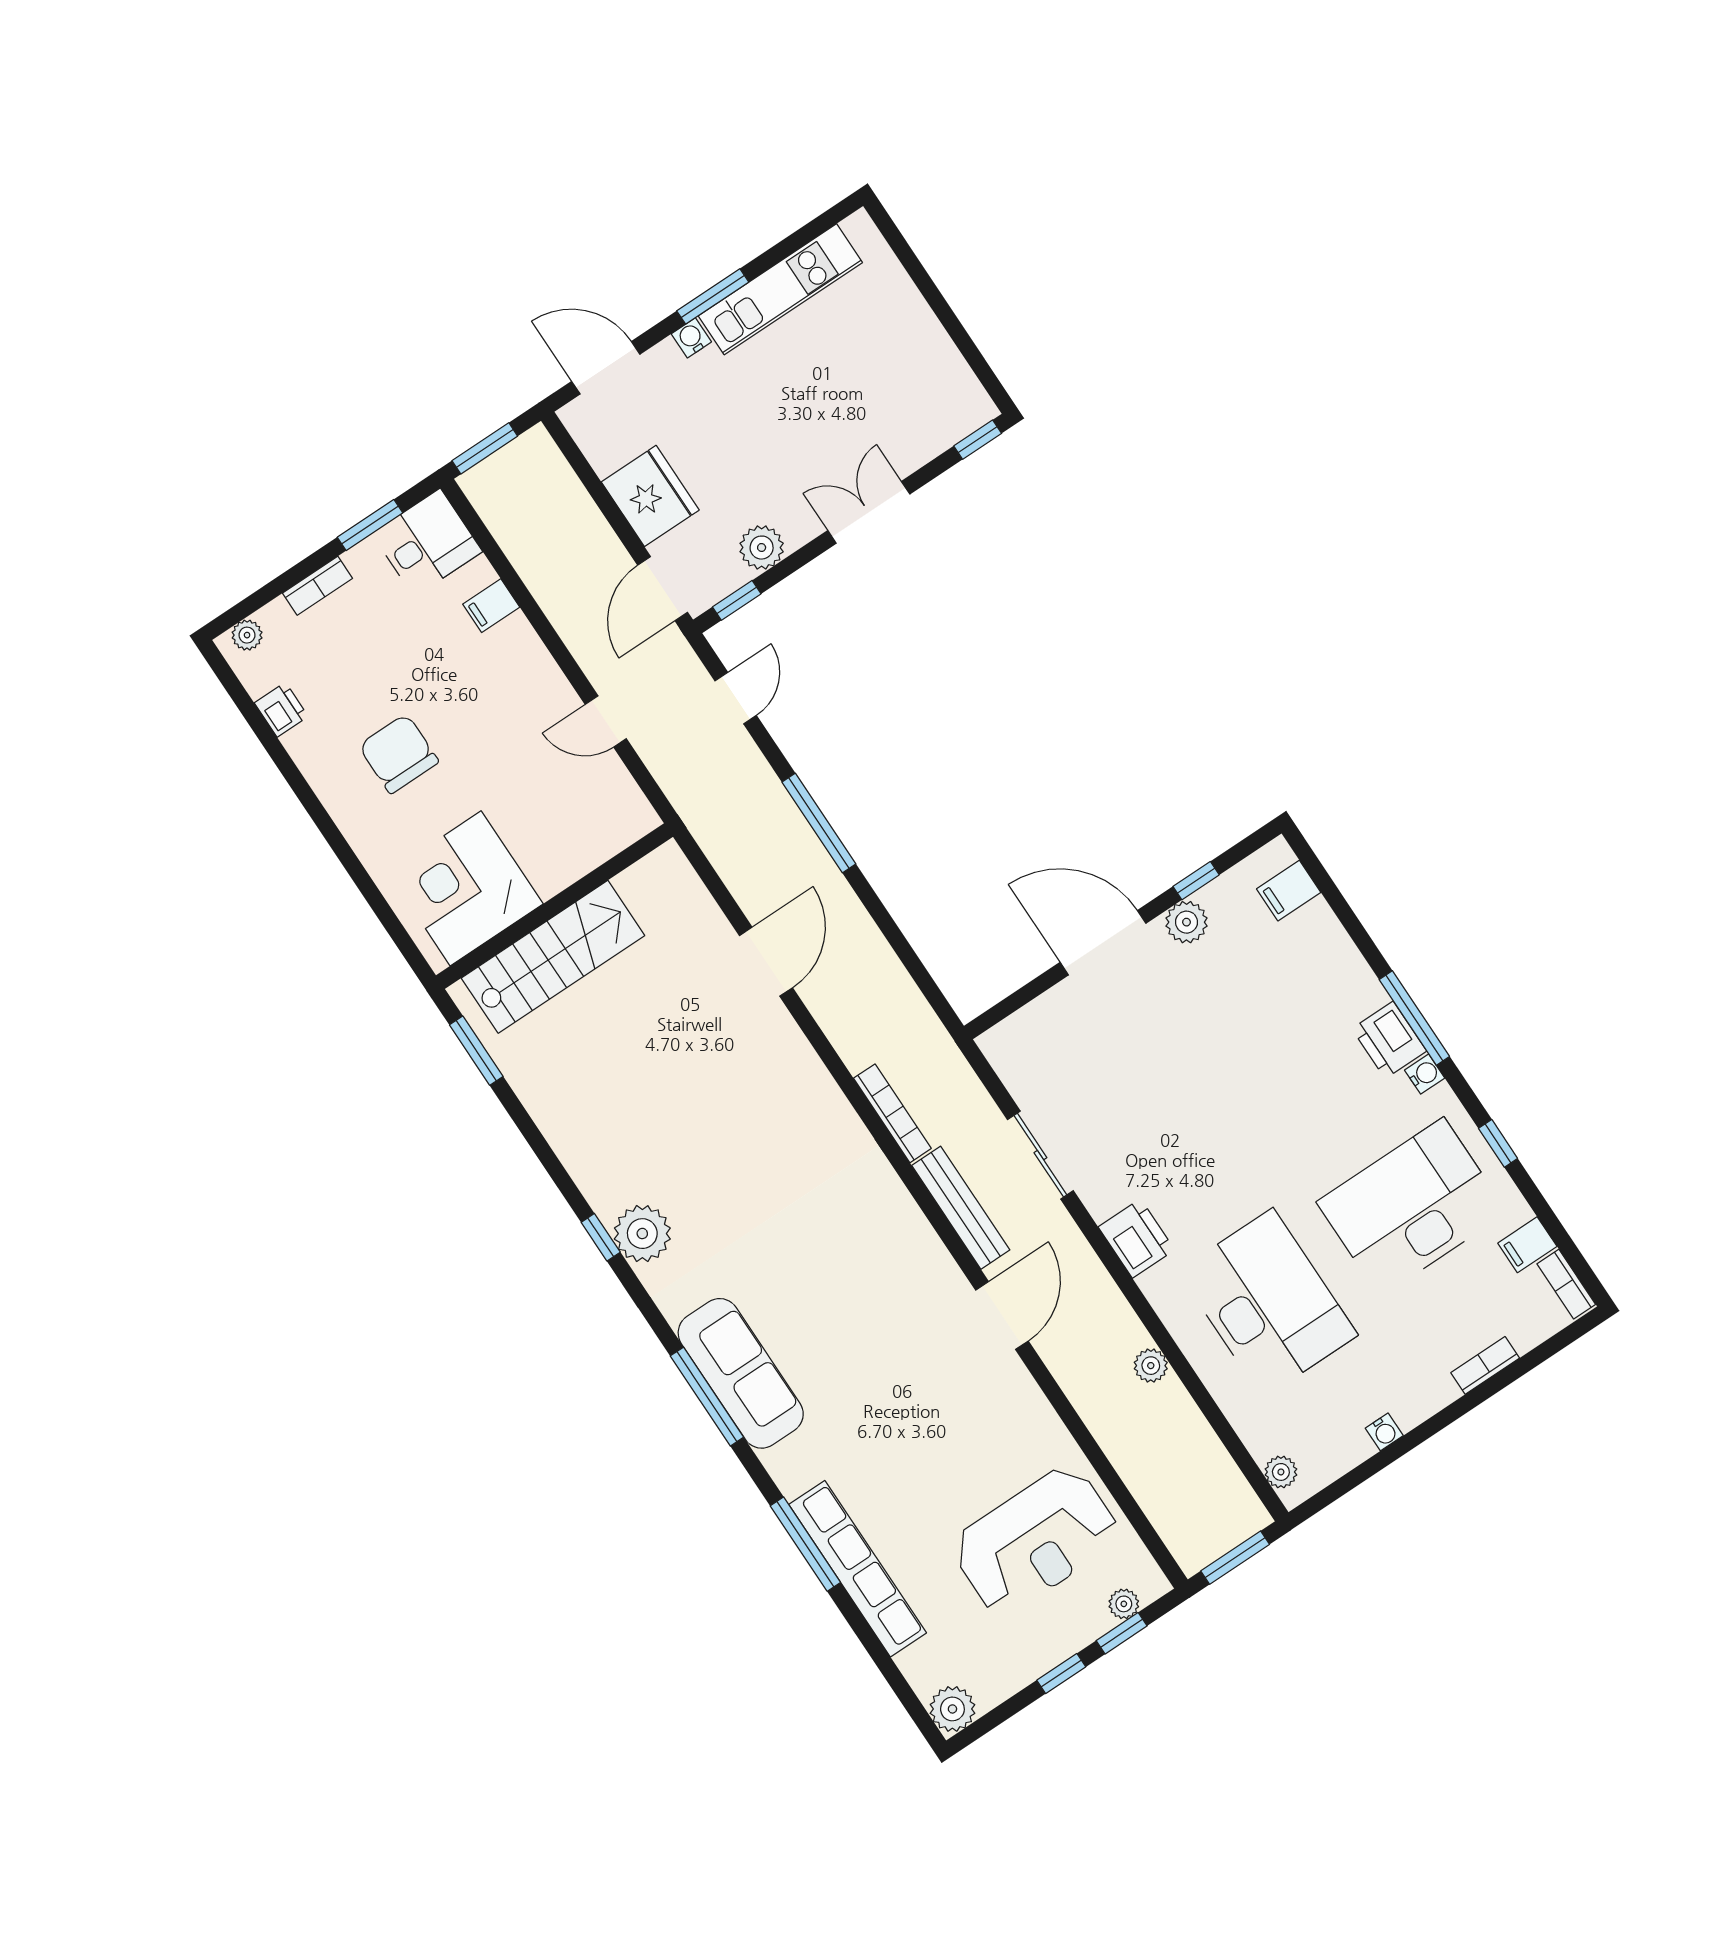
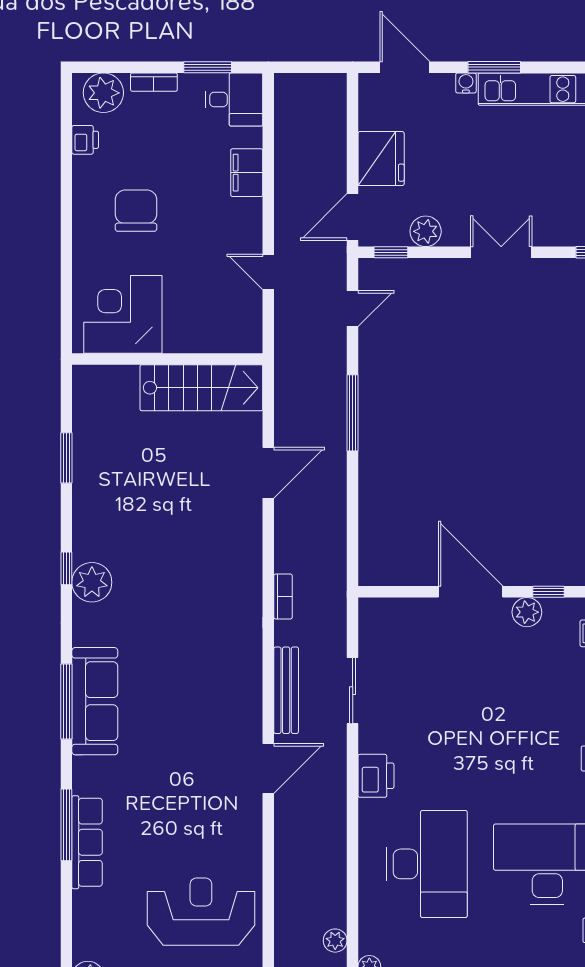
window: (485, 448) -> (304, 67), removed
filing cabinet: (491, 606) -> (247, 173), width x2.00
plant: (247, 635) -> (103, 93), width x1.88, depth x1.88
stairs: (553, 957) -> (201, 388), moved
window: (476, 1051) -> (66, 458), moved
bookcase: (892, 1113) -> (283, 597), width x0.64
plant: (1151, 1366) -> (335, 941), moved
reception desk: (1035, 1540) -> (201, 912), turned 180
row of seats: (858, 1569) -> (87, 842), width x0.73

